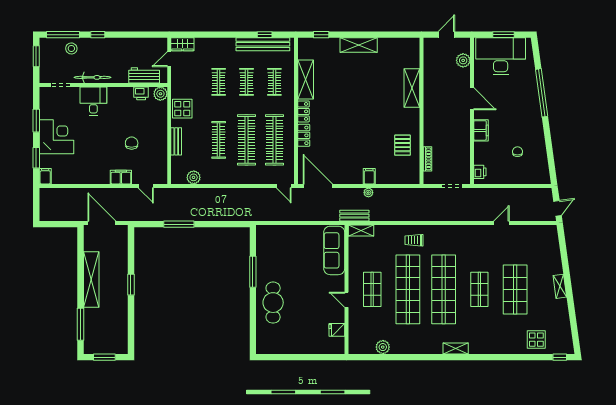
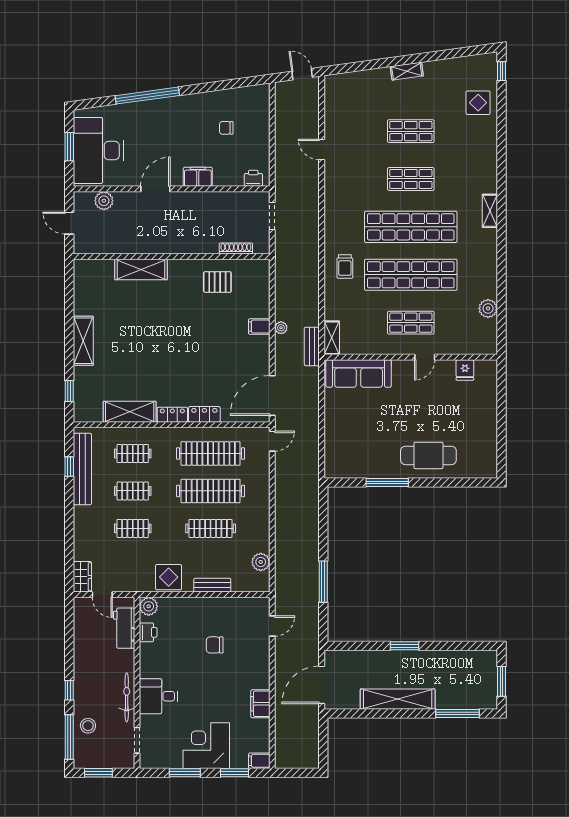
filing cabinet: (121, 177) -> (260, 704), moved
shop shelf: (515, 289) -> (411, 131), width x0.70, depth x0.74

